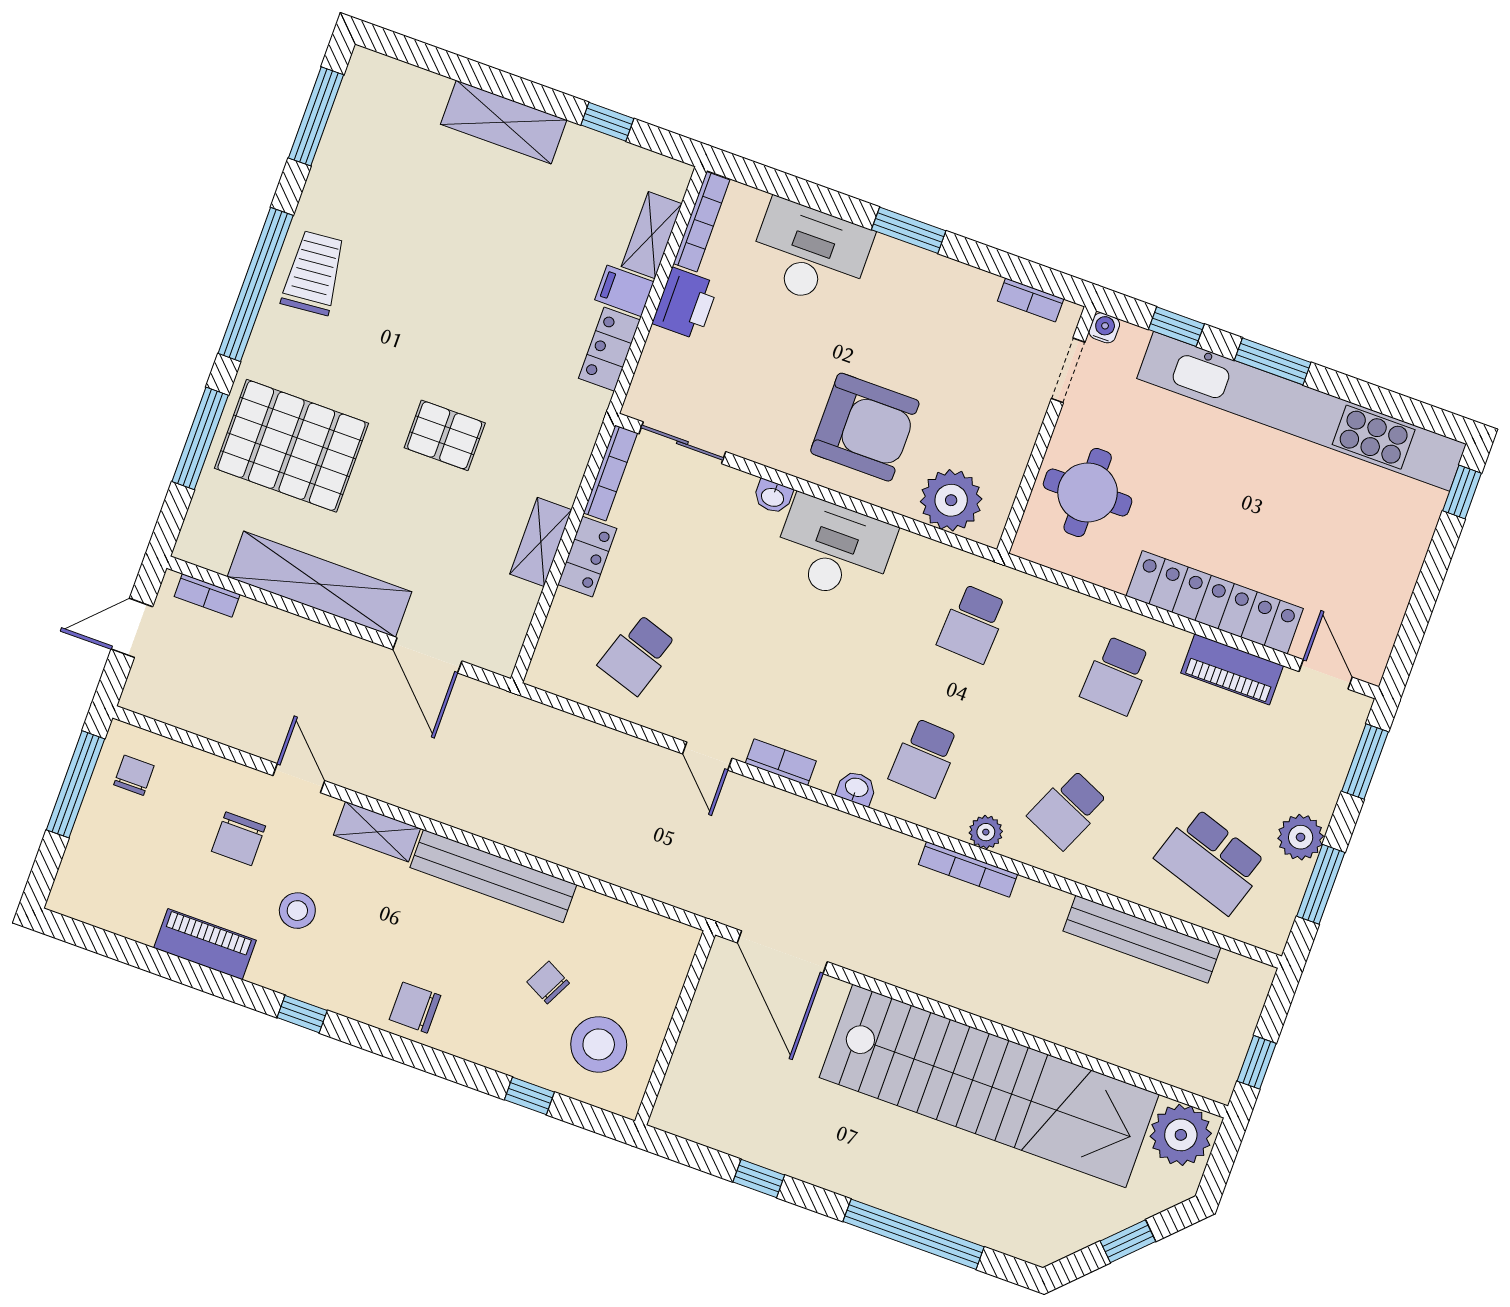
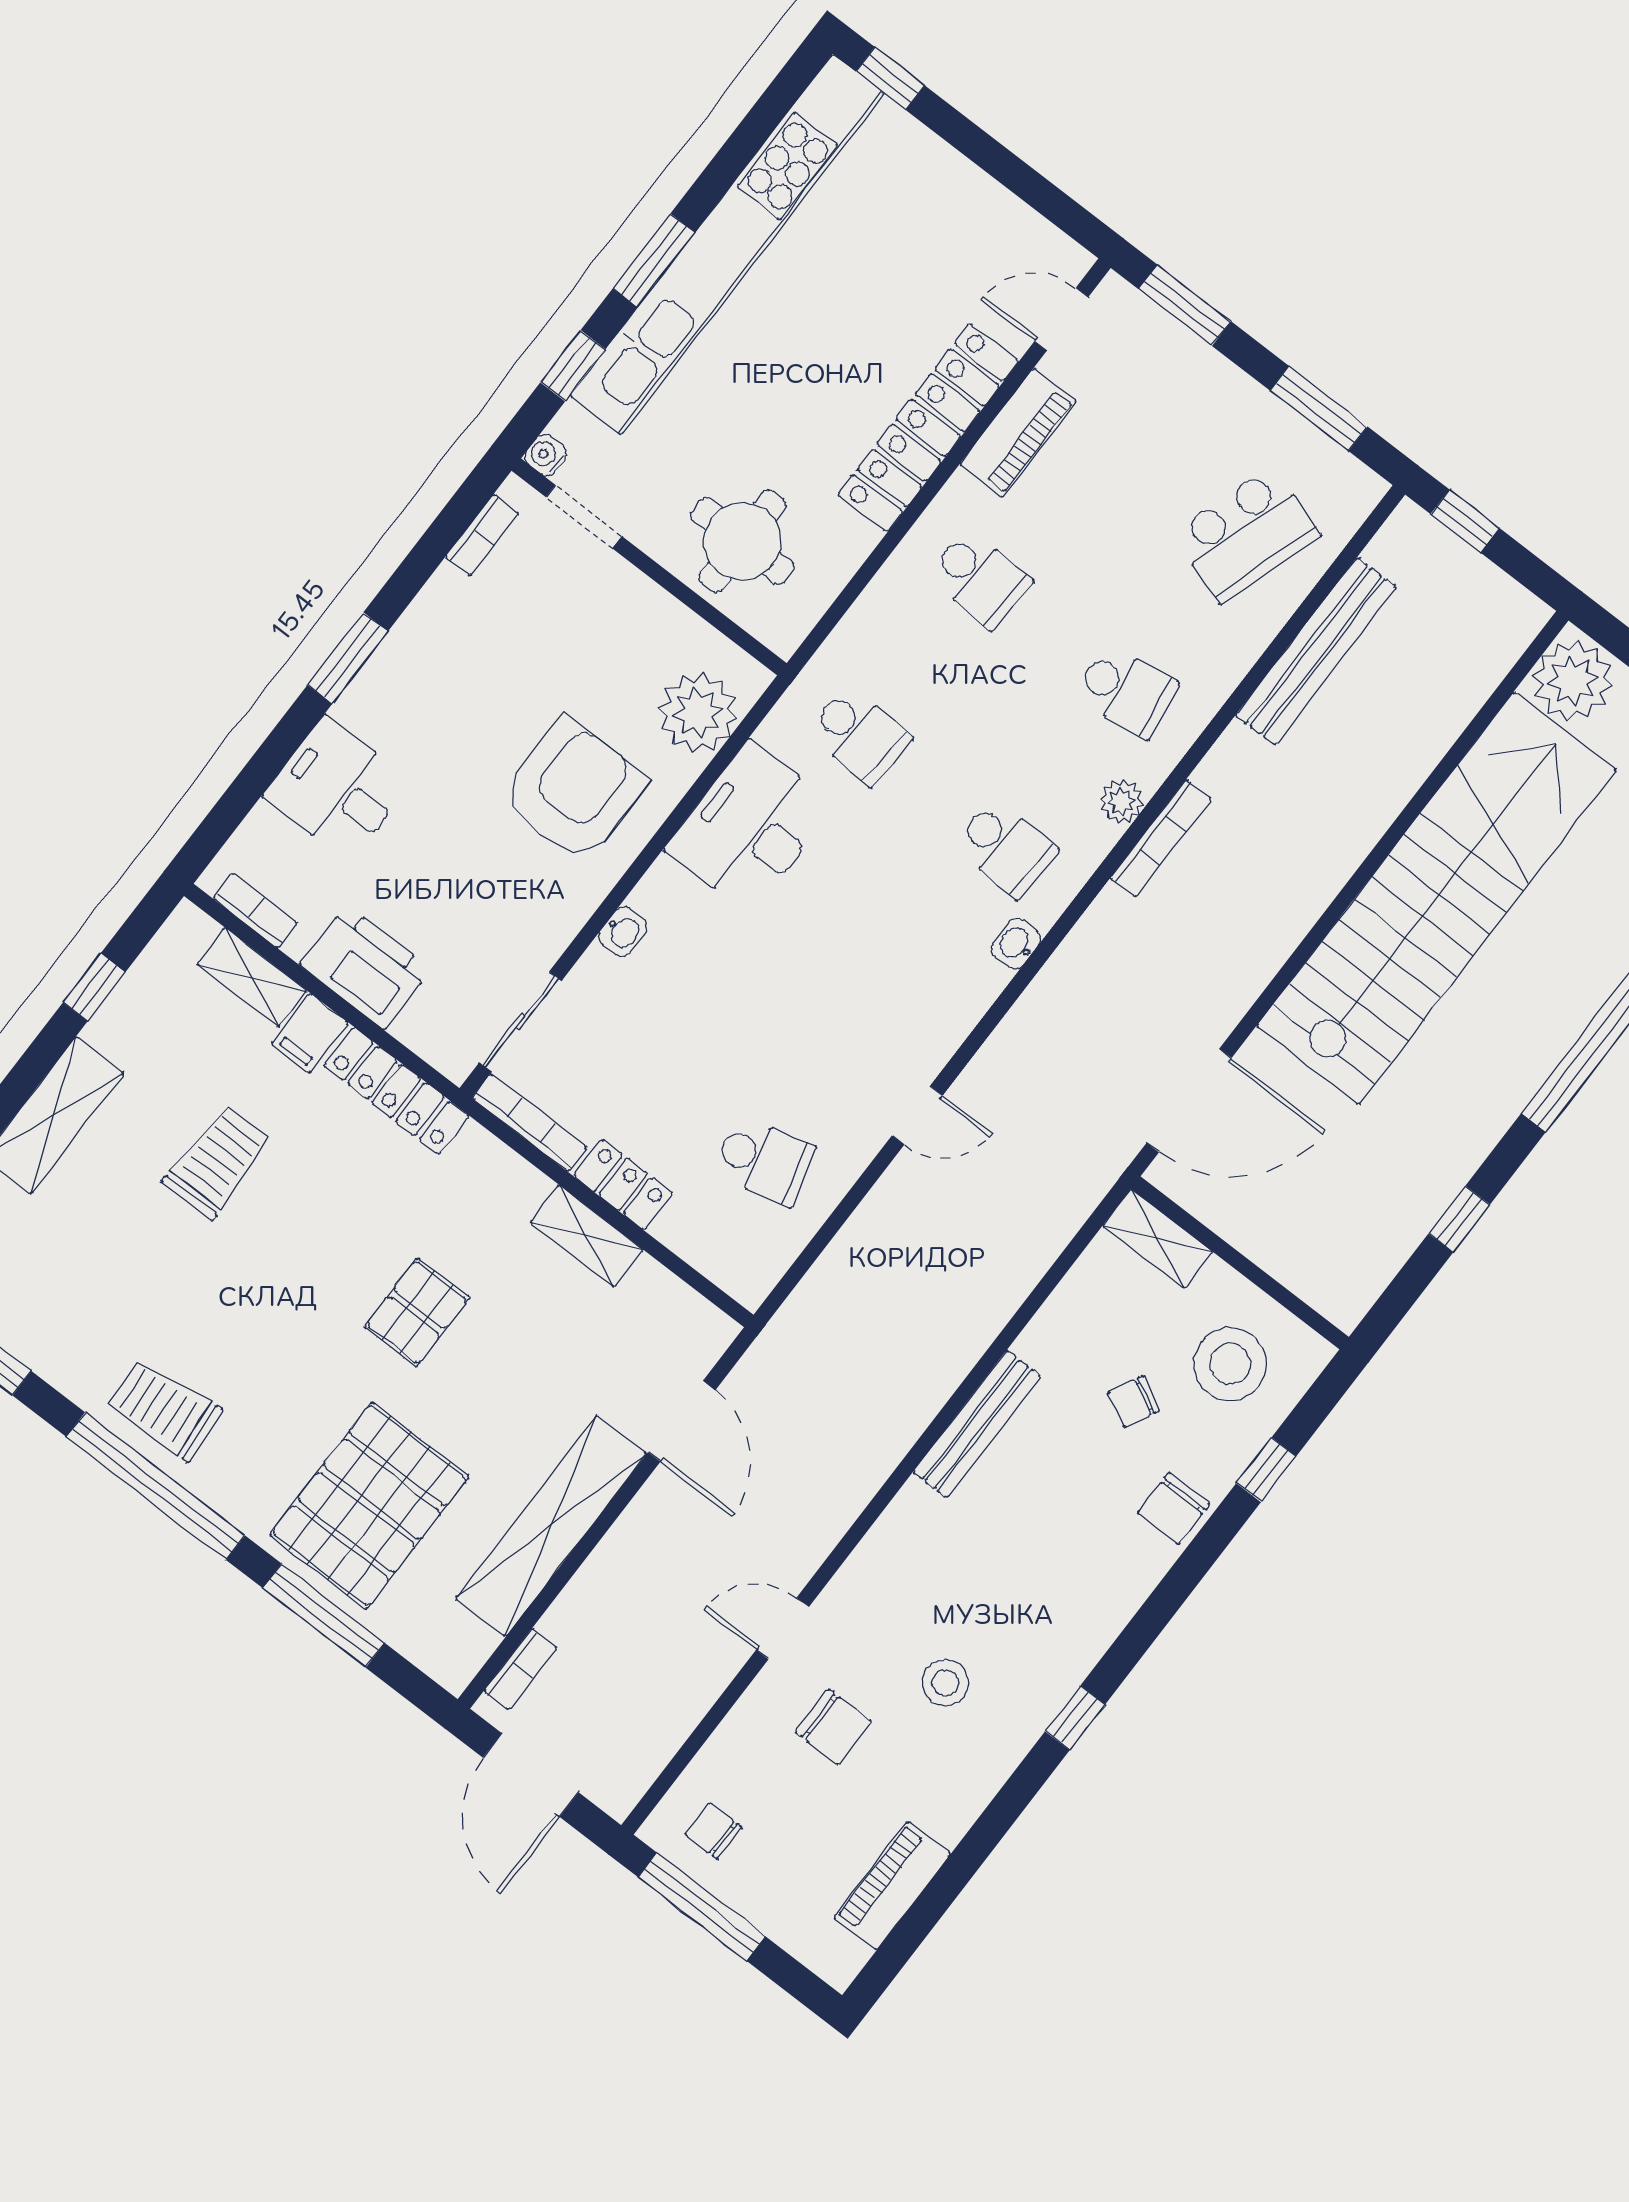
bookcase: (702, 222) -> (255, 910), width x0.64
trolley: (509, 253) -> (217, 1161), added
desk: (810, 254) -> (337, 789), width x0.73
printer: (685, 304) -> (365, 967), width x1.37, depth x1.19
locker: (609, 349) -> (396, 1091), width x1.53
desk: (834, 549) -> (750, 828), moved
door: (132, 628) -> (531, 1775), width x1.38
school desk: (638, 654) -> (764, 1161), turned -33
door: (427, 655) -> (682, 1421), hinge flipped
bookcase: (781, 762) -> (954, 1027), removed
school desk: (1068, 809) -> (1126, 691), turned -33
shelving: (377, 832) -> (1158, 1239), moved, turned 90
plant: (1301, 837) -> (1253, 415), removed
bench: (493, 876) -> (977, 1424), width x0.73, depth x0.82
piano: (205, 944) -> (892, 1886), moved
chair: (415, 1008) -> (1174, 1508), moved
window: (1257, 1062) -> (1465, 521), moved

